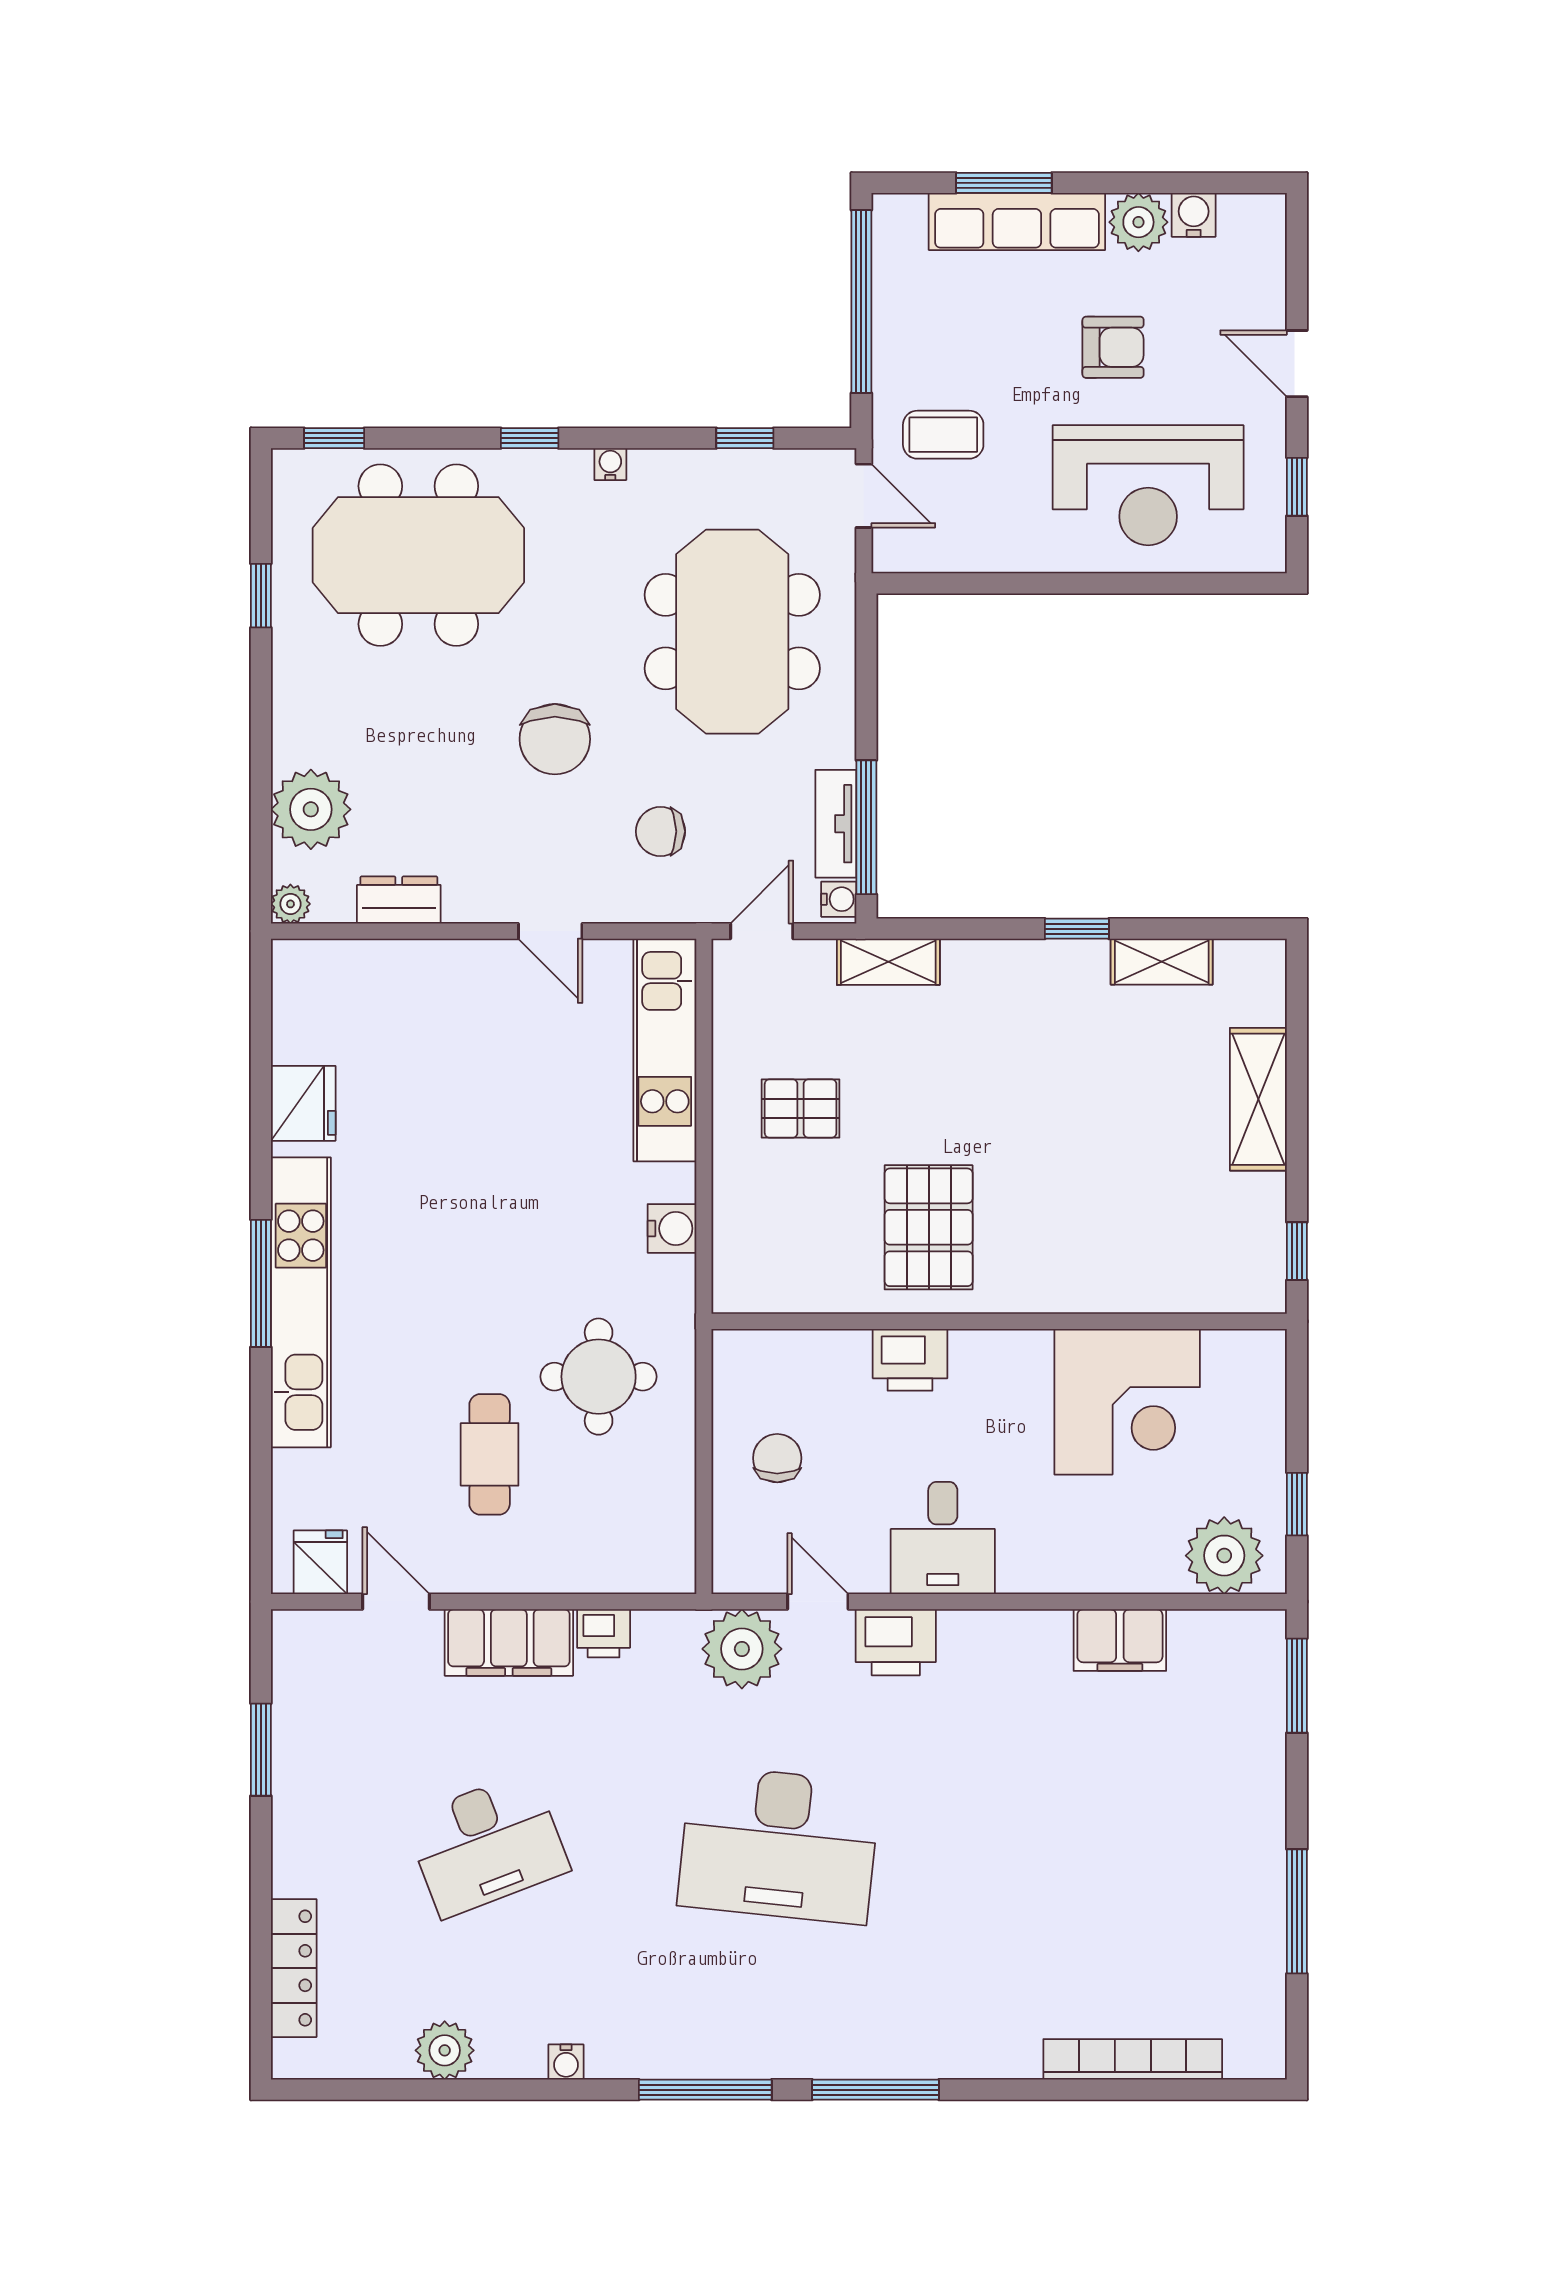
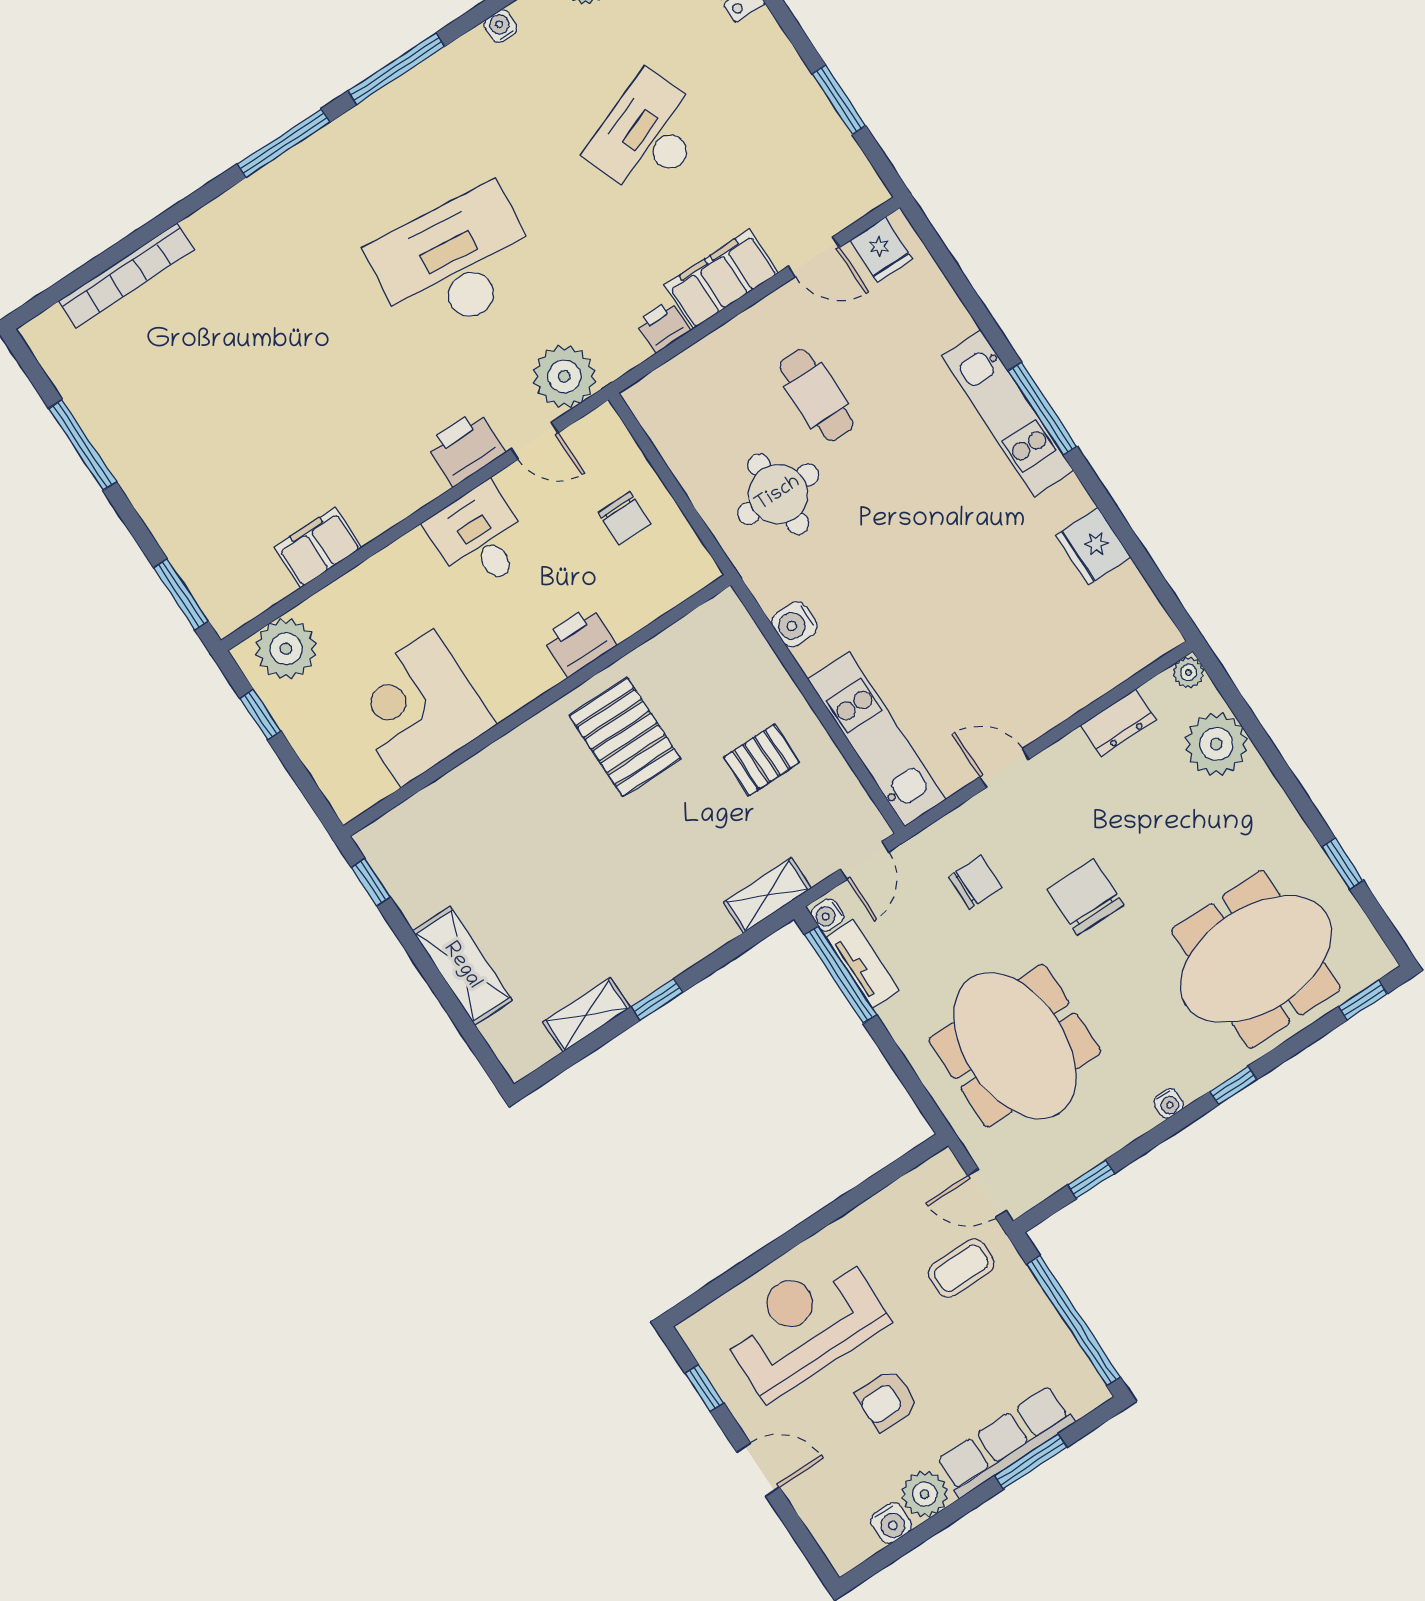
kitchen unit: (301, 1302) -> (1008, 413), width x0.73

